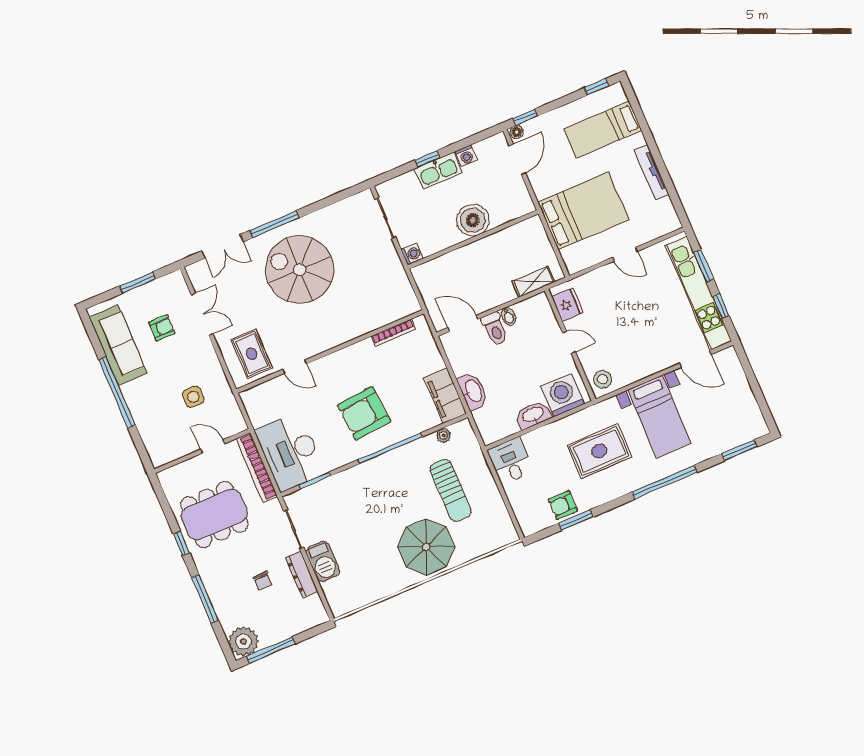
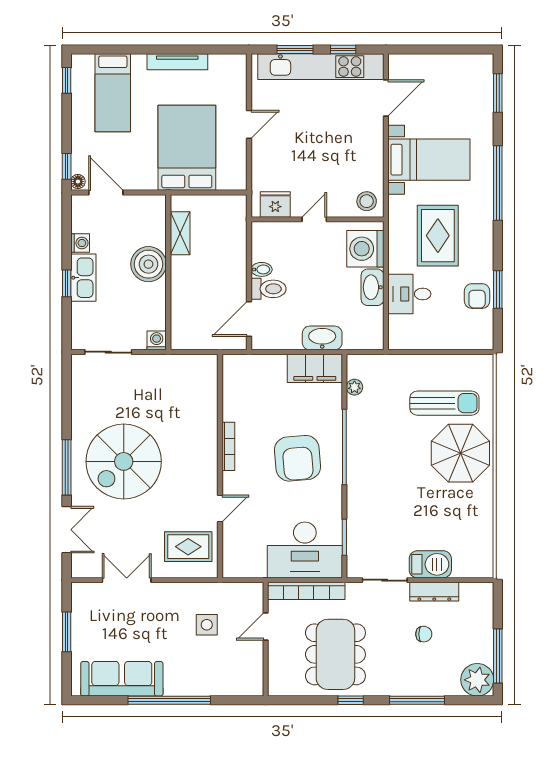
shelving: (534, 282) -> (180, 233), moved
armchair: (162, 328) -> (123, 627), removed
bookcase: (393, 333) -> (228, 446), moved
desk: (511, 461) -> (409, 294), moved
sun lounger: (451, 490) -> (444, 403), moved

